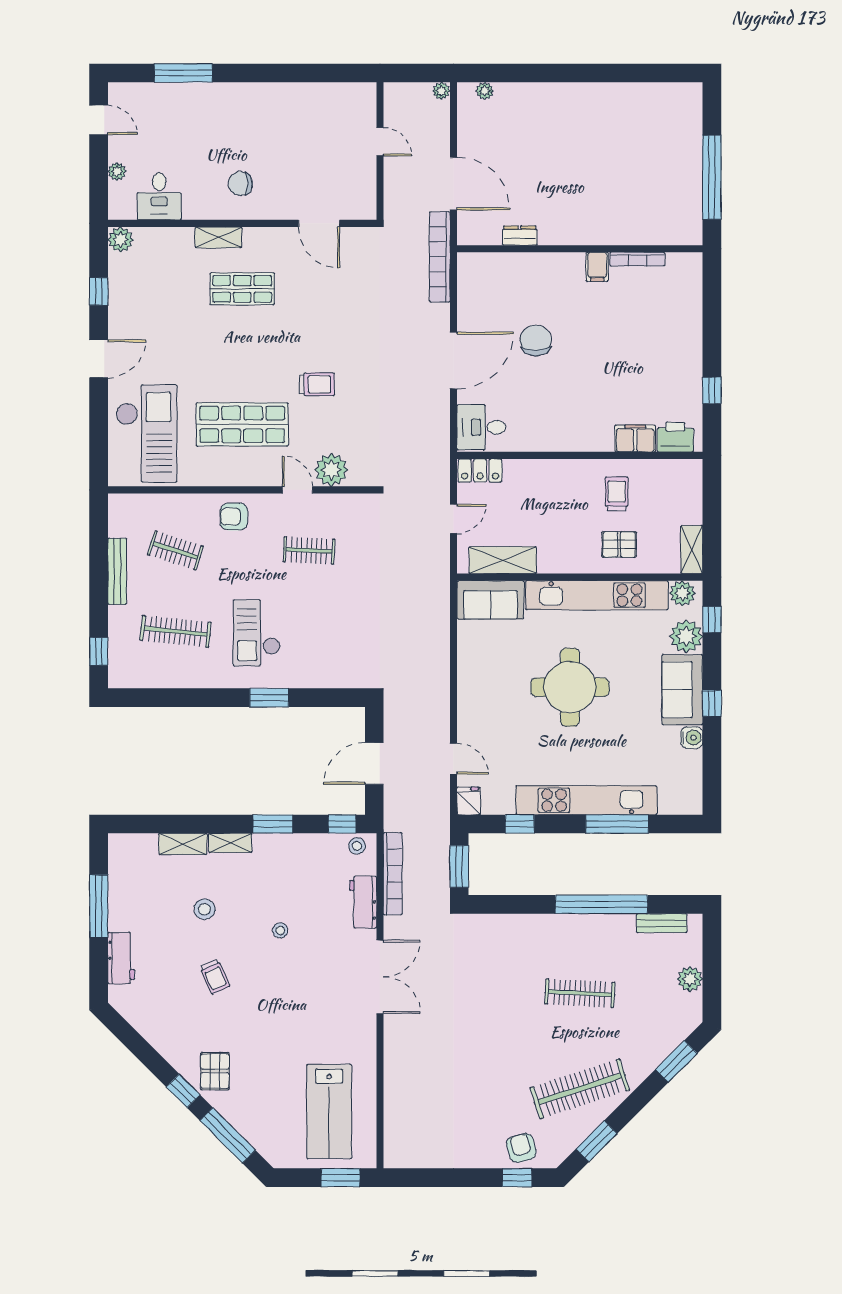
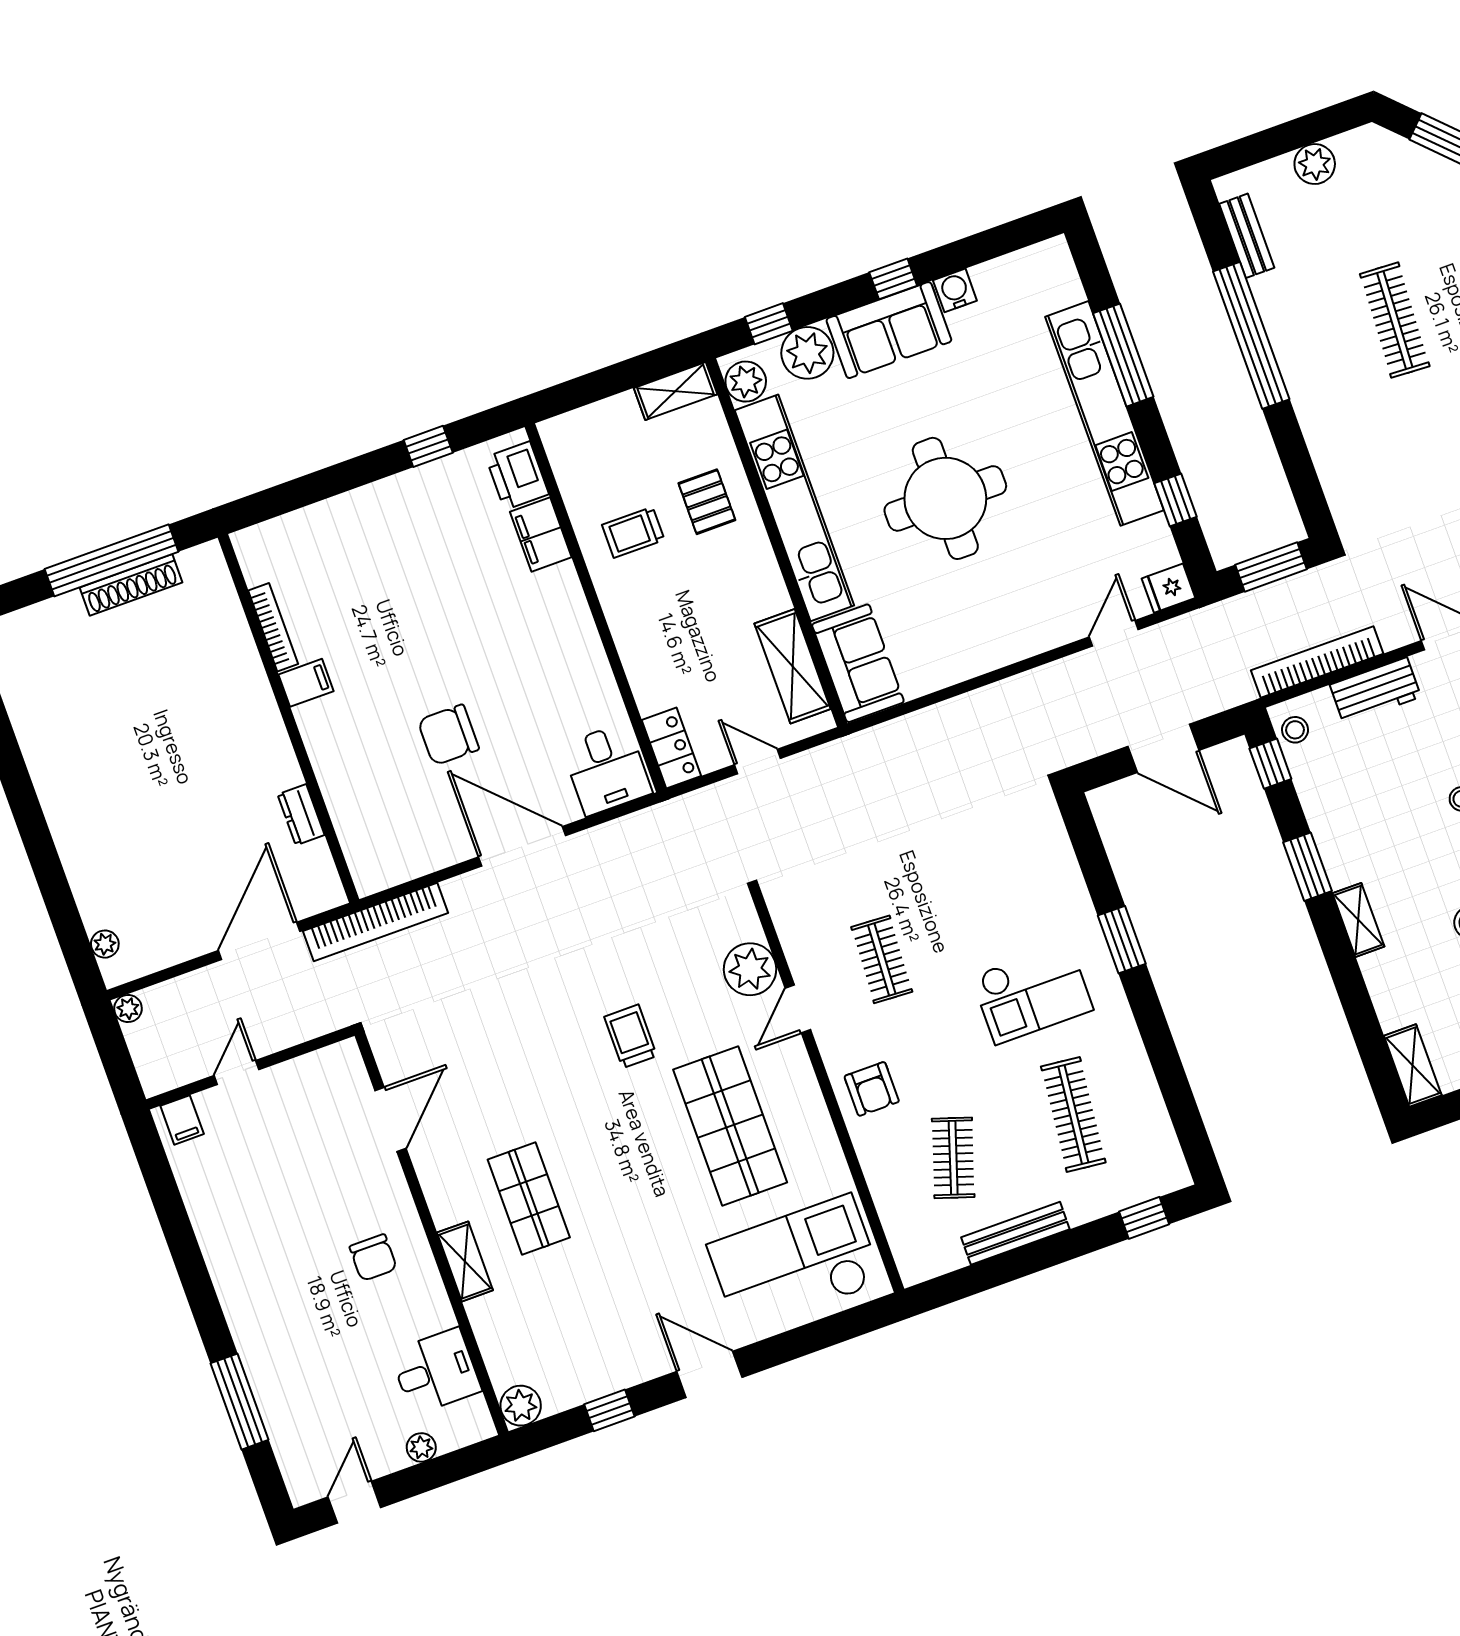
filing cabinet: (363, 99) -> (182, 1120), added
shoe rack: (693, 184) -> (131, 585), added
shelving: (183, 844) -> (1413, 1066), moved

